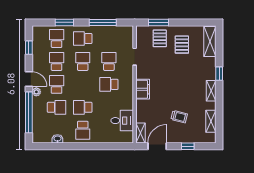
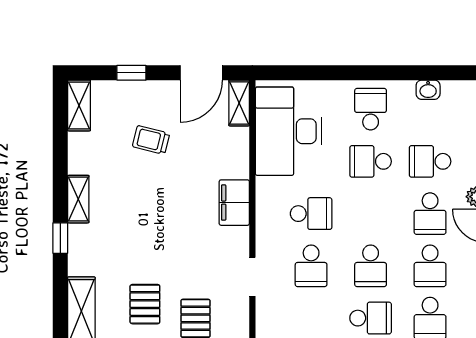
school desk: (83, 107) -> (371, 161), turned 180
desk: (122, 121) -> (288, 131), width x1.87, depth x1.30
shelving: (211, 121) -> (79, 105), moved

